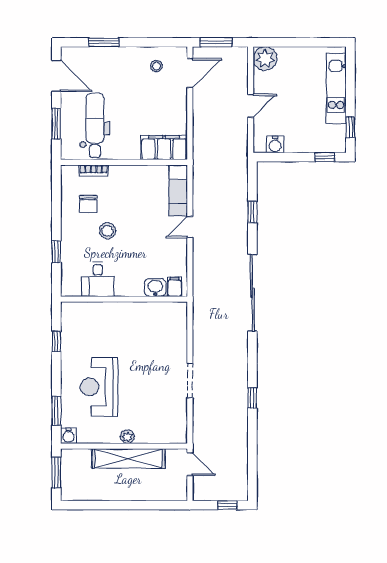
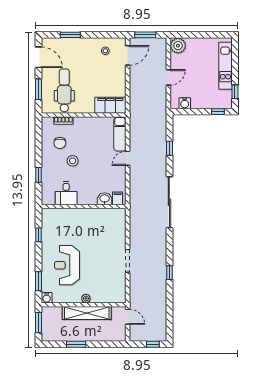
window: (113, 505) -> (76, 344), added

